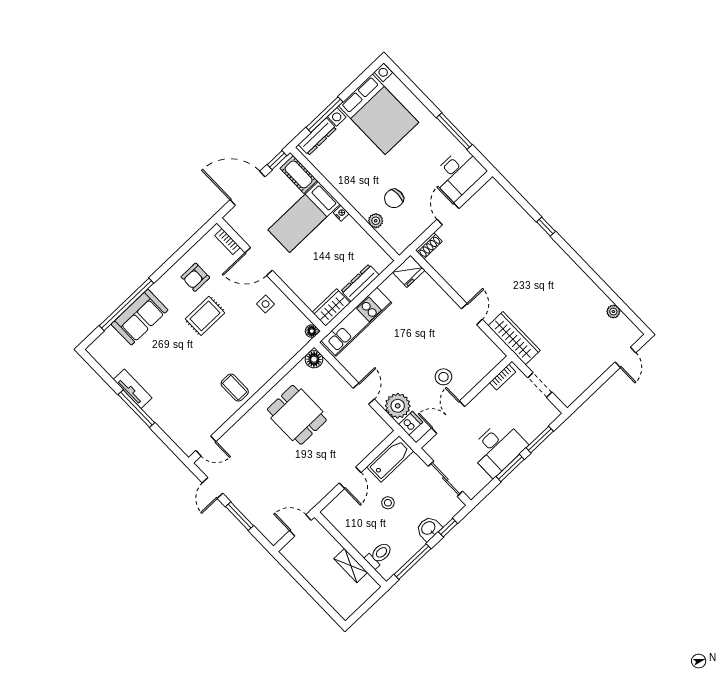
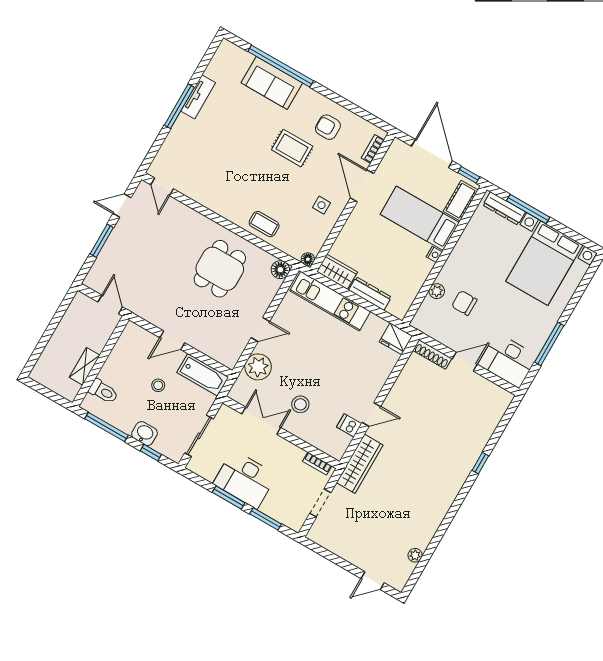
shoe rack: (429, 246) -> (432, 354), width x1.43
coffee table: (235, 388) -> (264, 224), moved, turned 90
dishwasher: (411, 423) -> (349, 425), moved, turned 180

